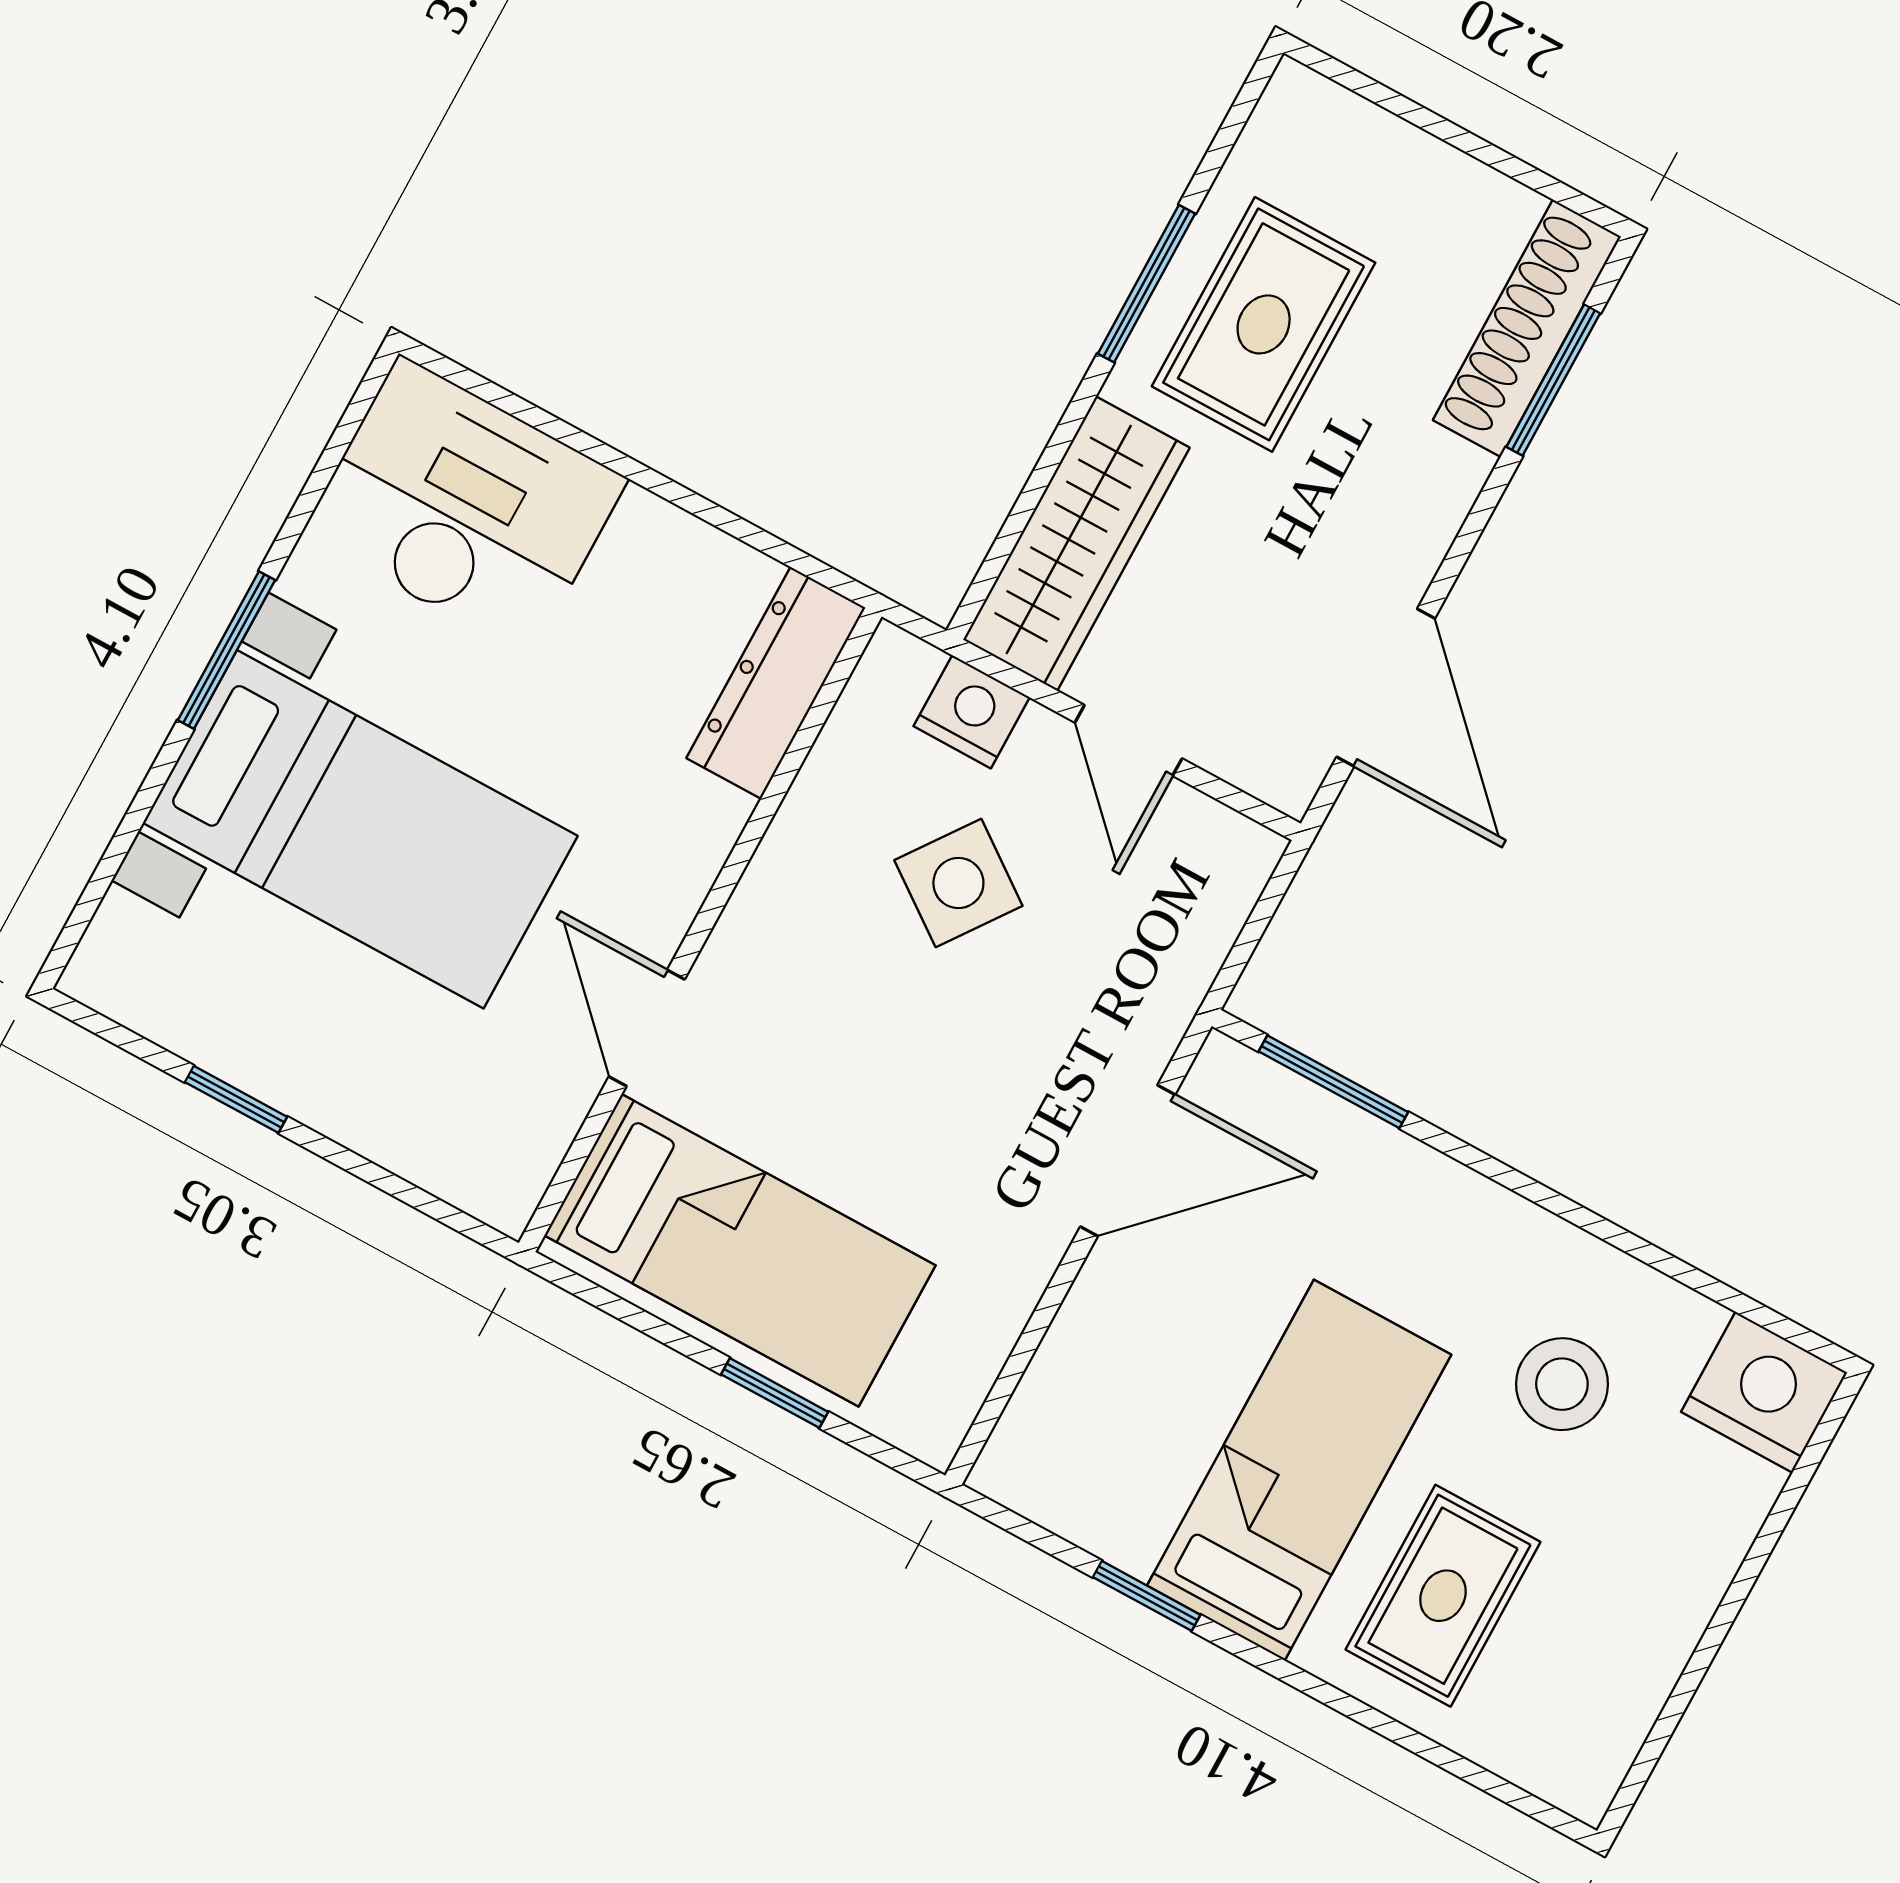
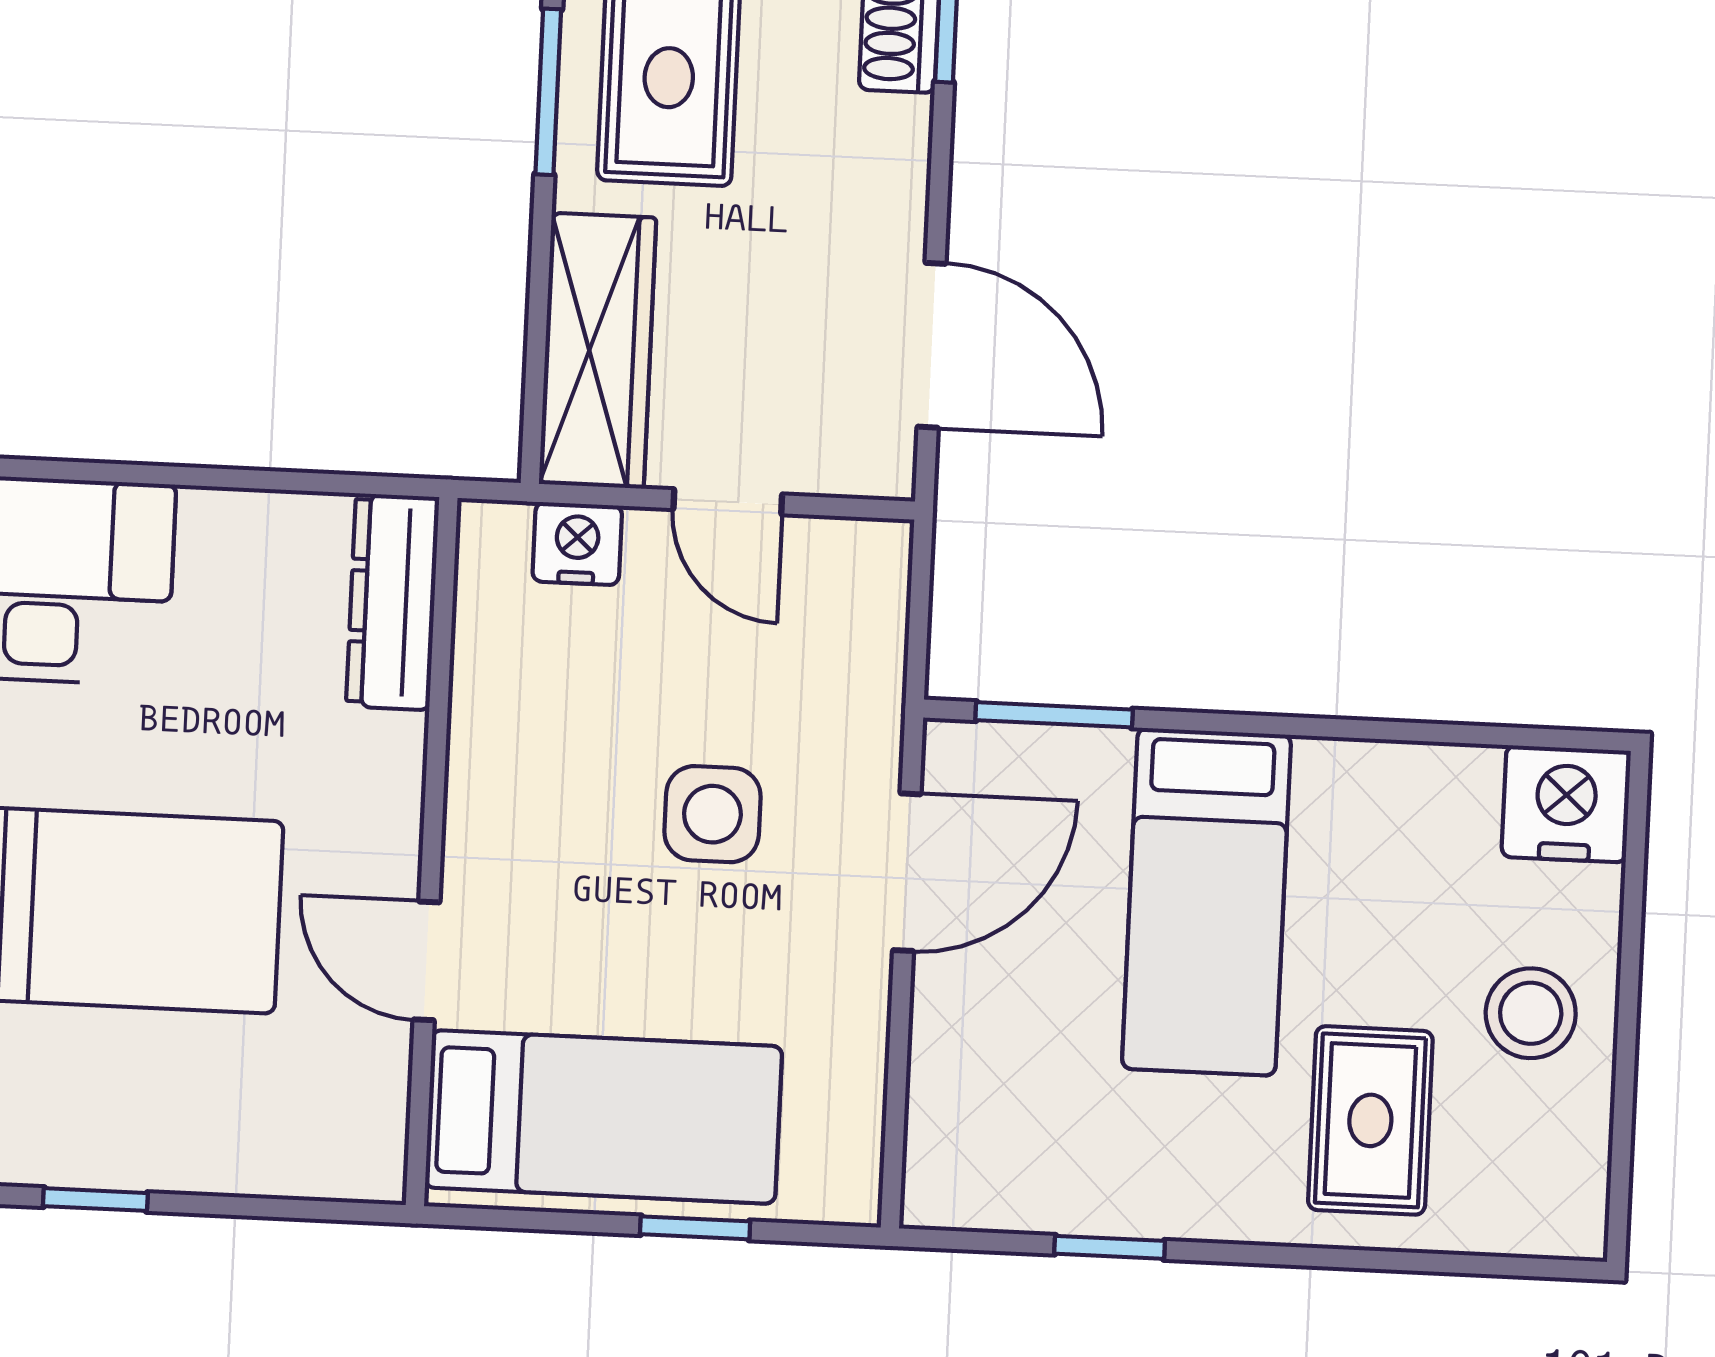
side table: (958, 883) -> (712, 814), moved, turned -36
stool: (1562, 1384) -> (1531, 1013), moved
bed: (1299, 1470) -> (1207, 902), moved, turned 180

